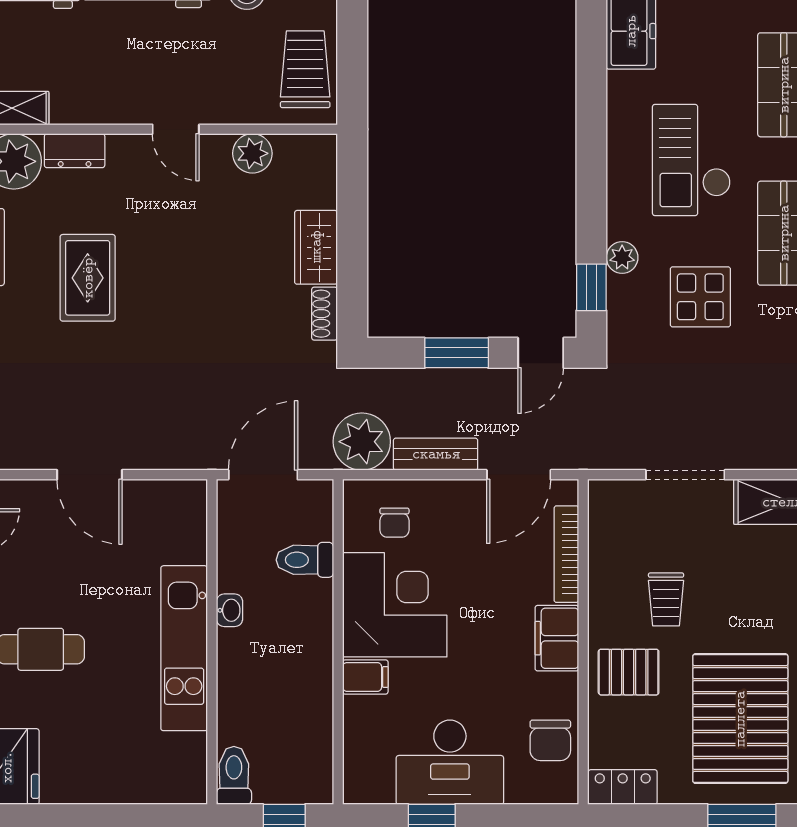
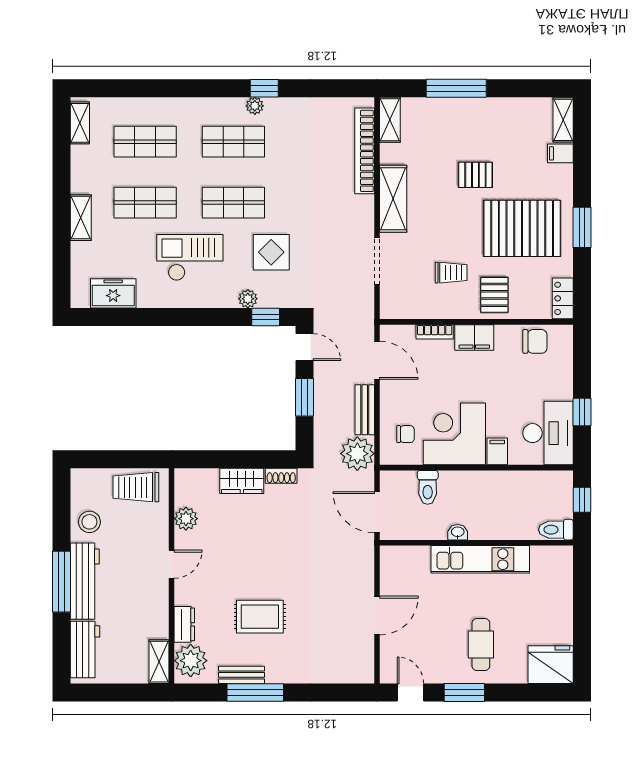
checkout: (691, 160) -> (190, 257), turned 180
bookcase: (566, 554) -> (435, 332), width x0.64
desk: (450, 762) -> (548, 433), moved

